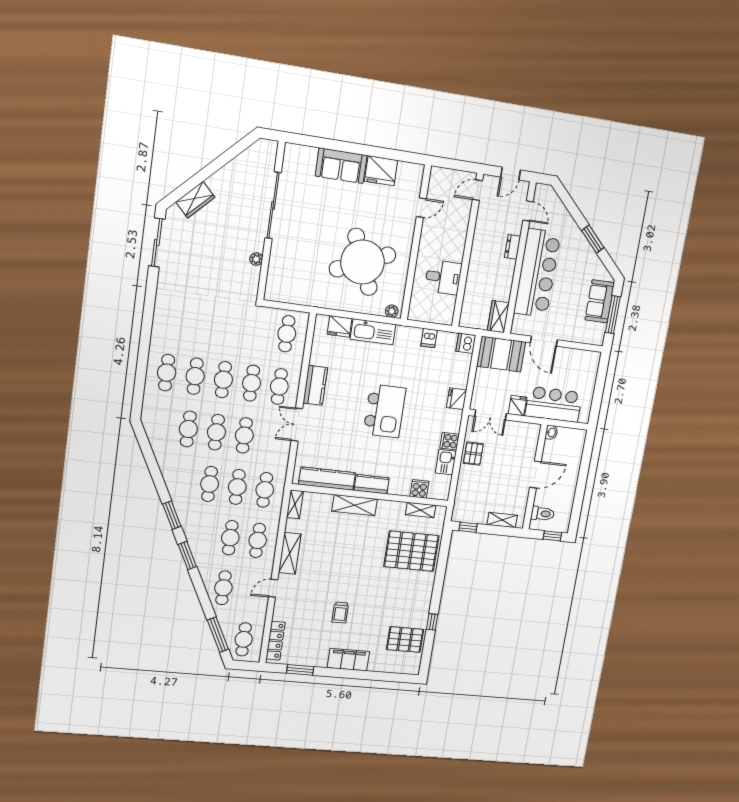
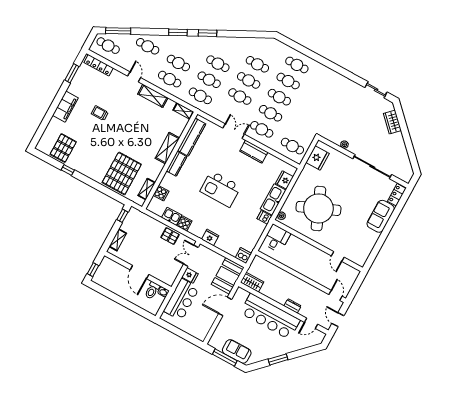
locker: (301, 153) -> (397, 195), added
fridge: (381, 171) -> (318, 158), moved, turned 180
sliding door: (157, 242) -> (376, 90), width x0.73
desk: (443, 277) -> (276, 238), moved, turned 180
dishwasher: (429, 338) -> (264, 217), moved
toilet: (542, 514) -> (152, 290), moved

